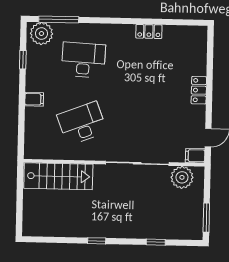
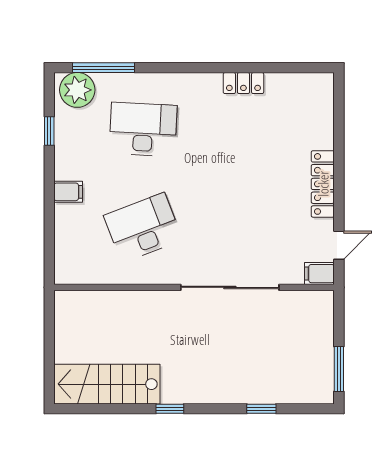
locker: (199, 90) -> (323, 184), width x1.53
stairs: (58, 176) -> (107, 384), moved, turned 180
plant: (182, 177) -> (300, 308), removed

